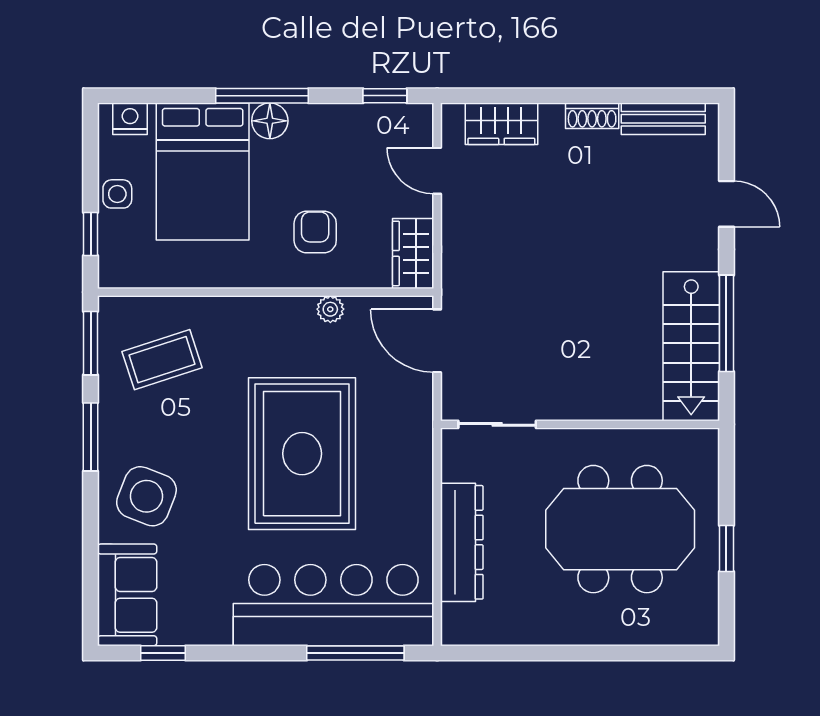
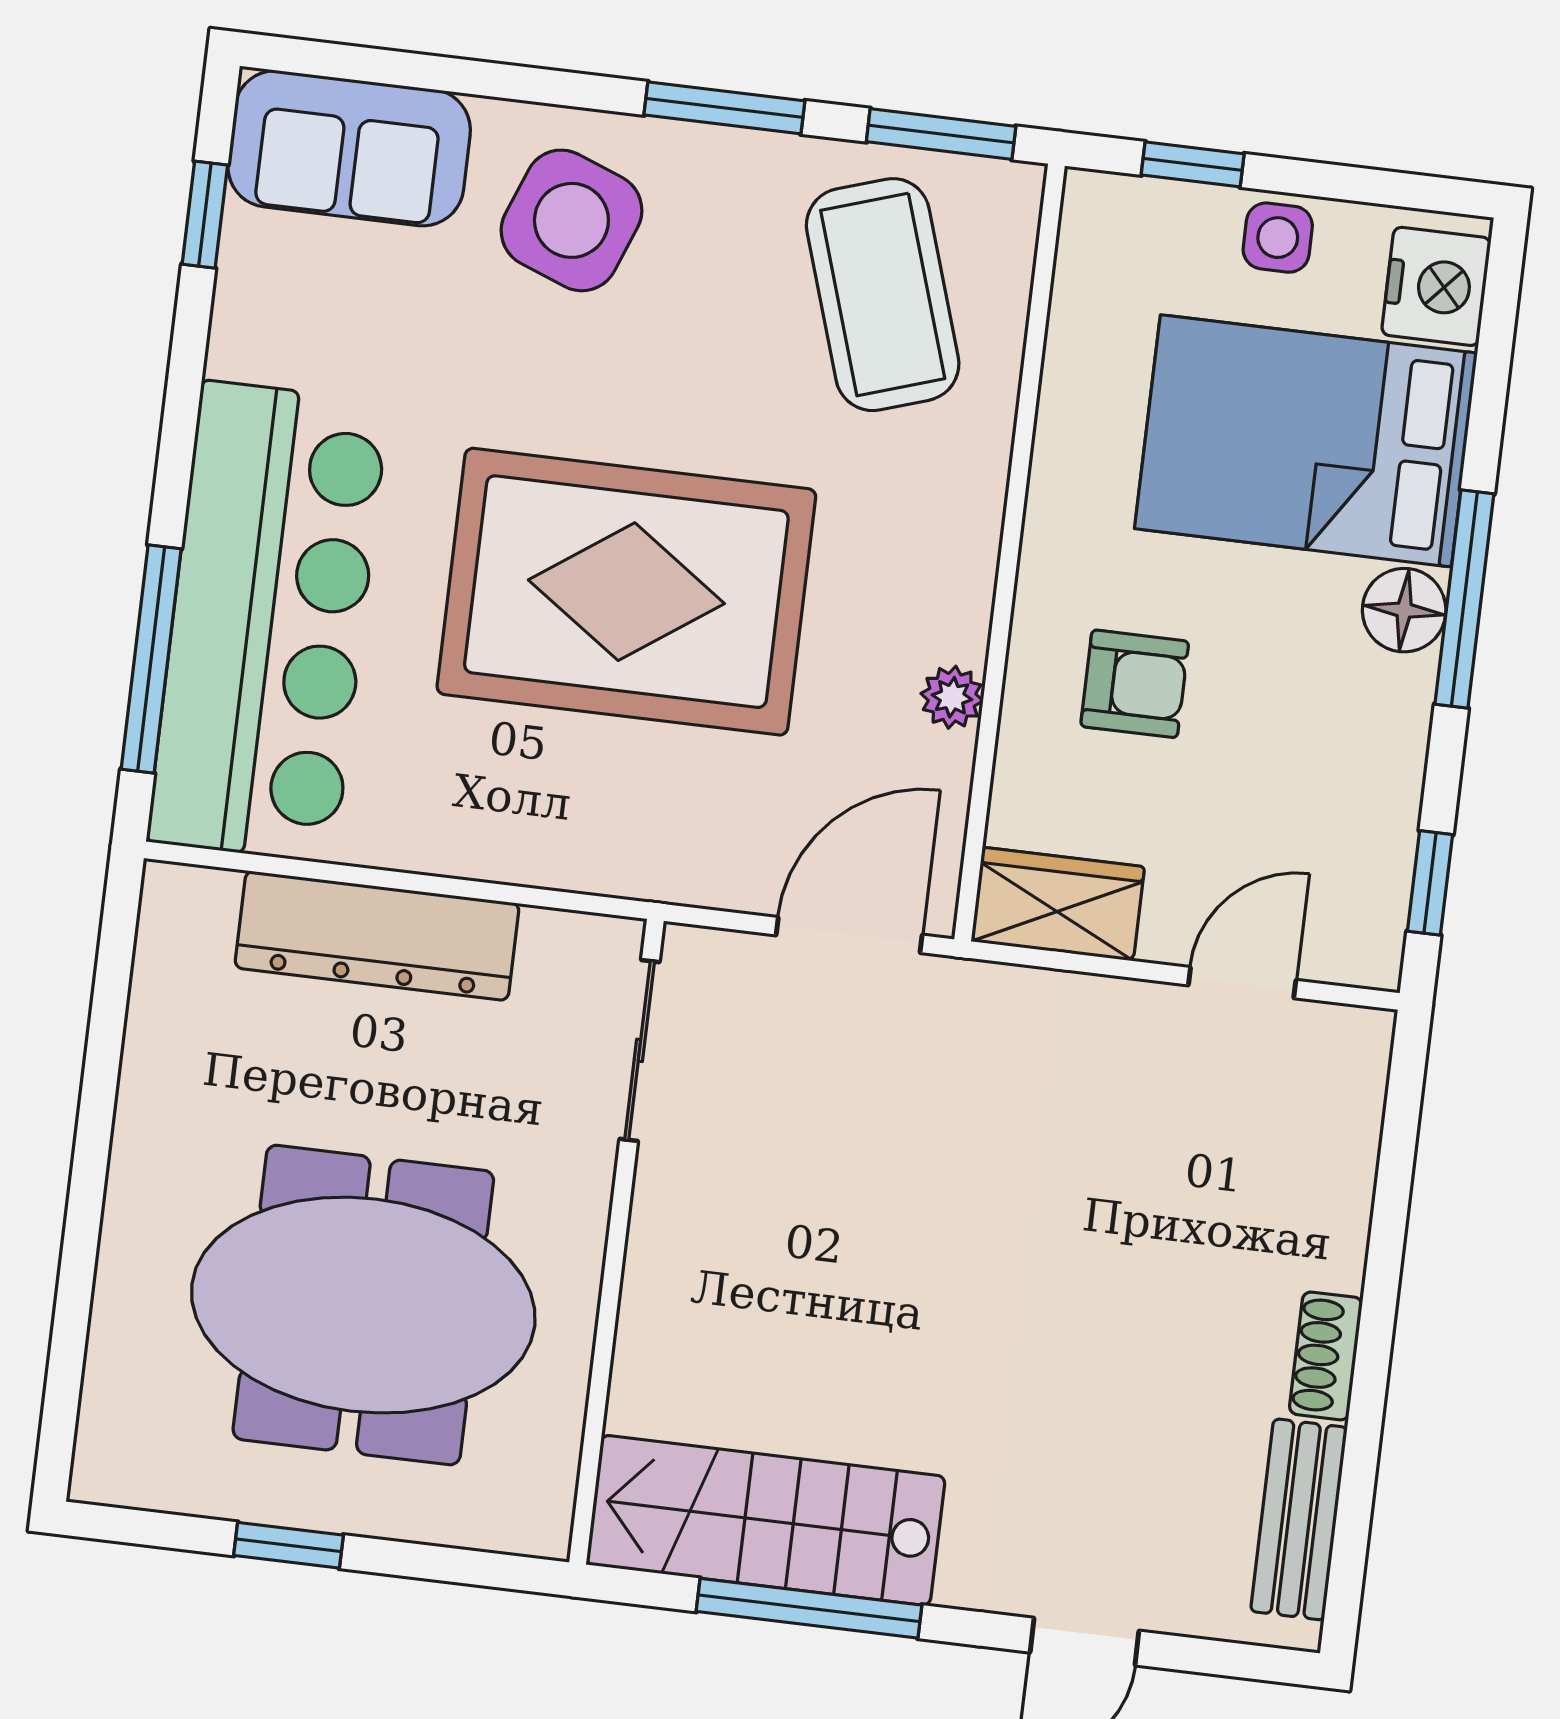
nightstand: (130, 119) -> (1436, 286), width x1.36, depth x1.33
wardrobe: (501, 124) -> (1333, 1144), removed
coffee table: (162, 360) -> (883, 295), width x1.36, depth x1.32
meeting table: (620, 529) -> (363, 1305), turned 90

